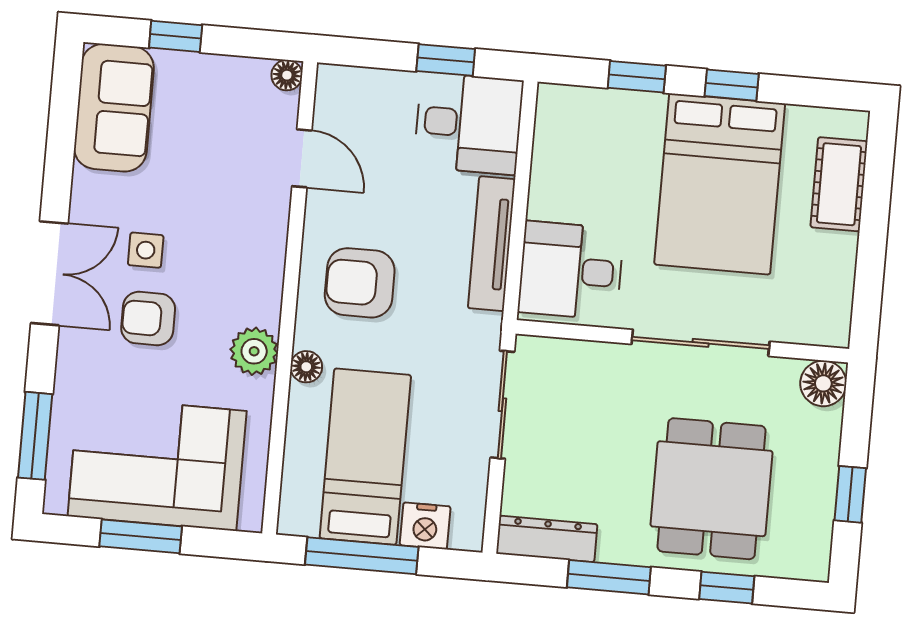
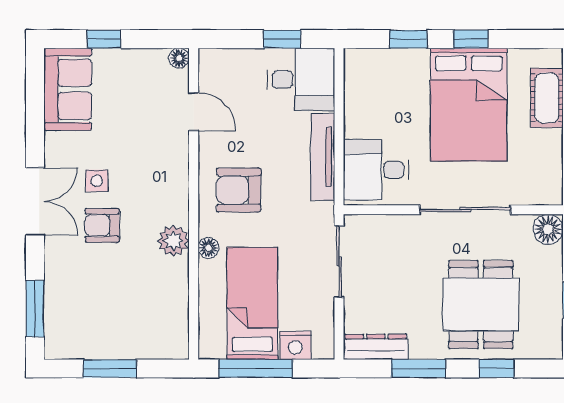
corner sofa: (157, 464) -> (116, 320), removed

